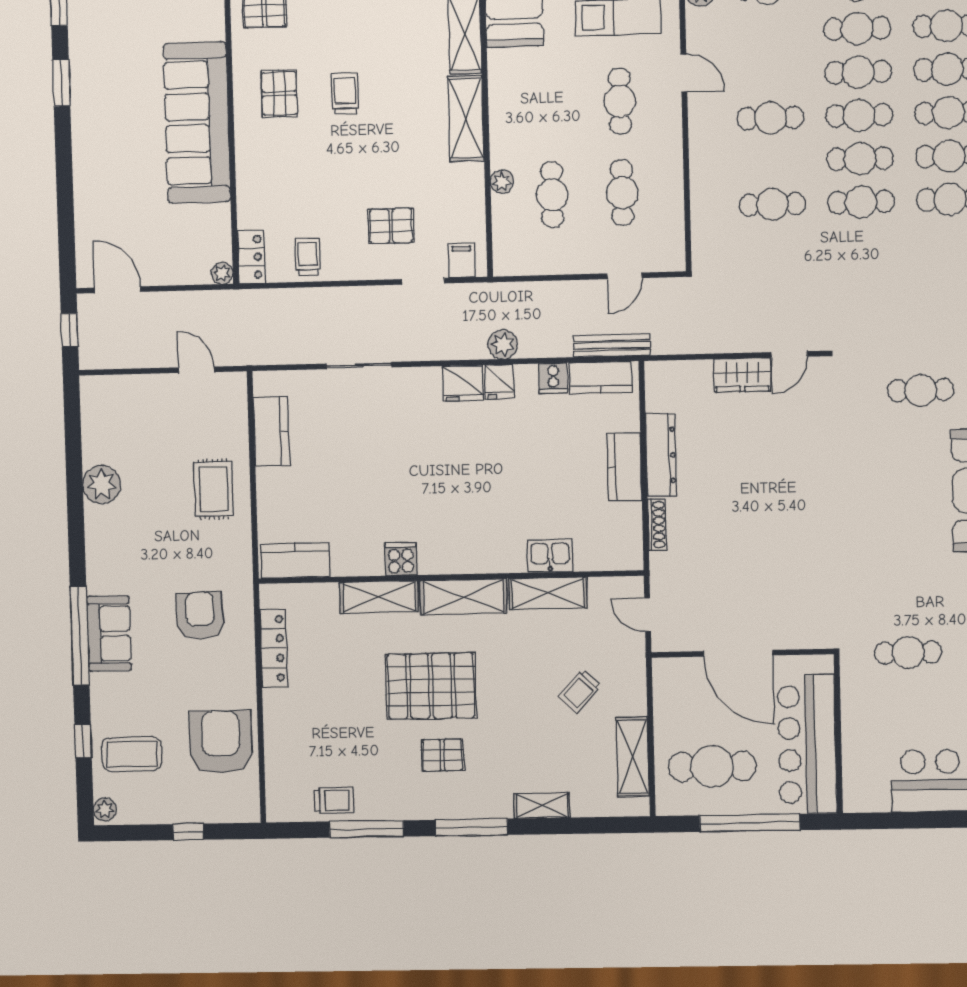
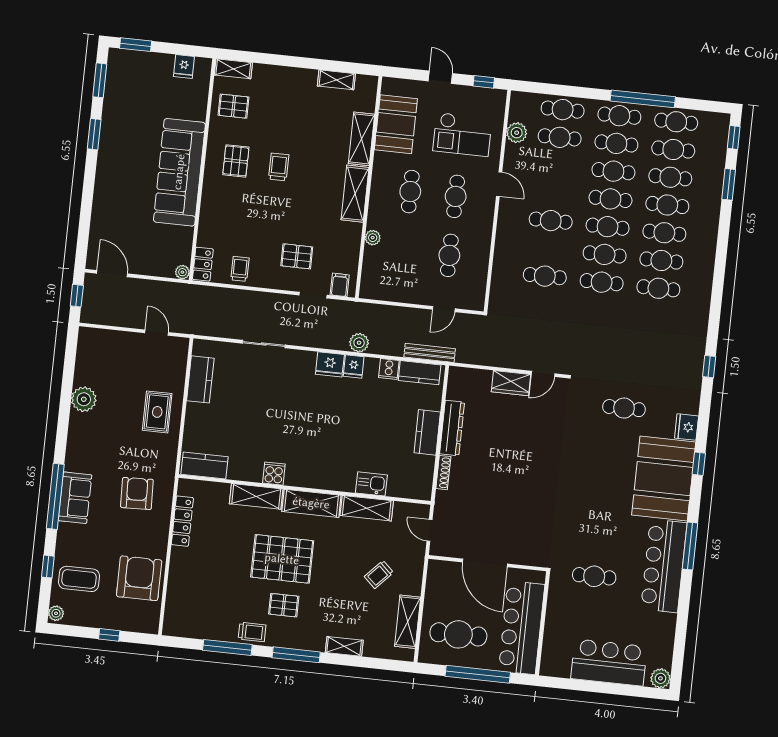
cafe table: (552, 195) -> (410, 192), moved
trolley: (334, 800) -> (252, 632), moved

